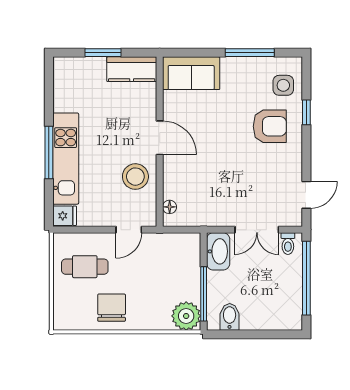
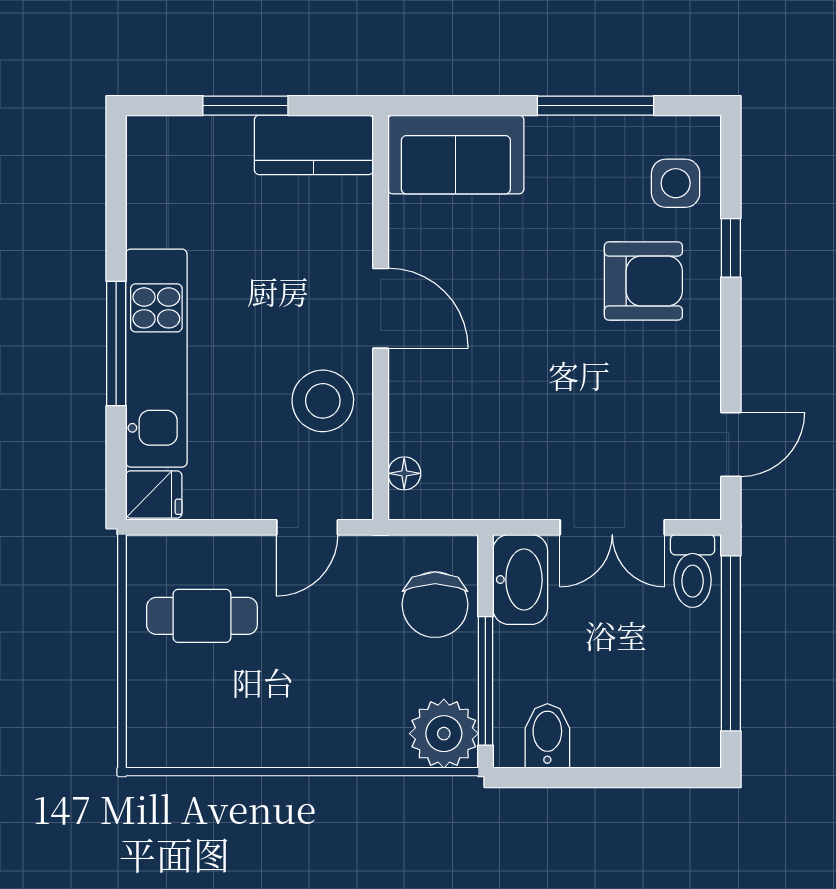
toilet: (288, 244) -> (693, 571), width x1.37, depth x1.39
chair: (112, 308) -> (435, 605), moved, turned 180

